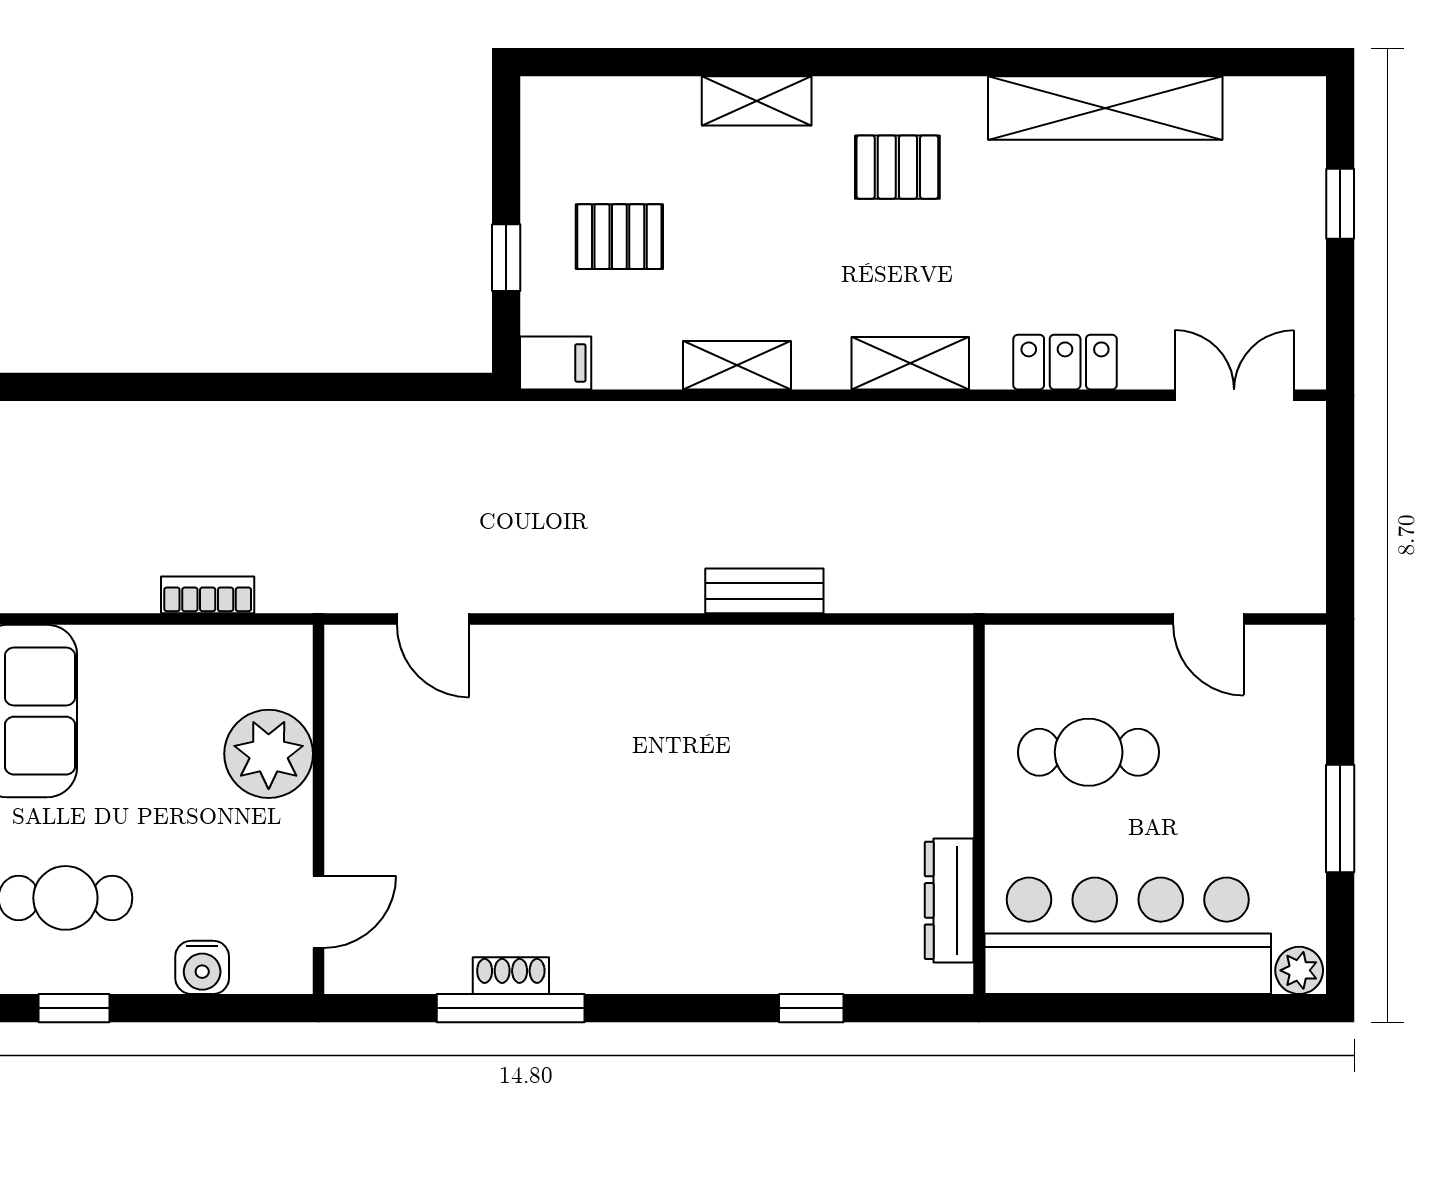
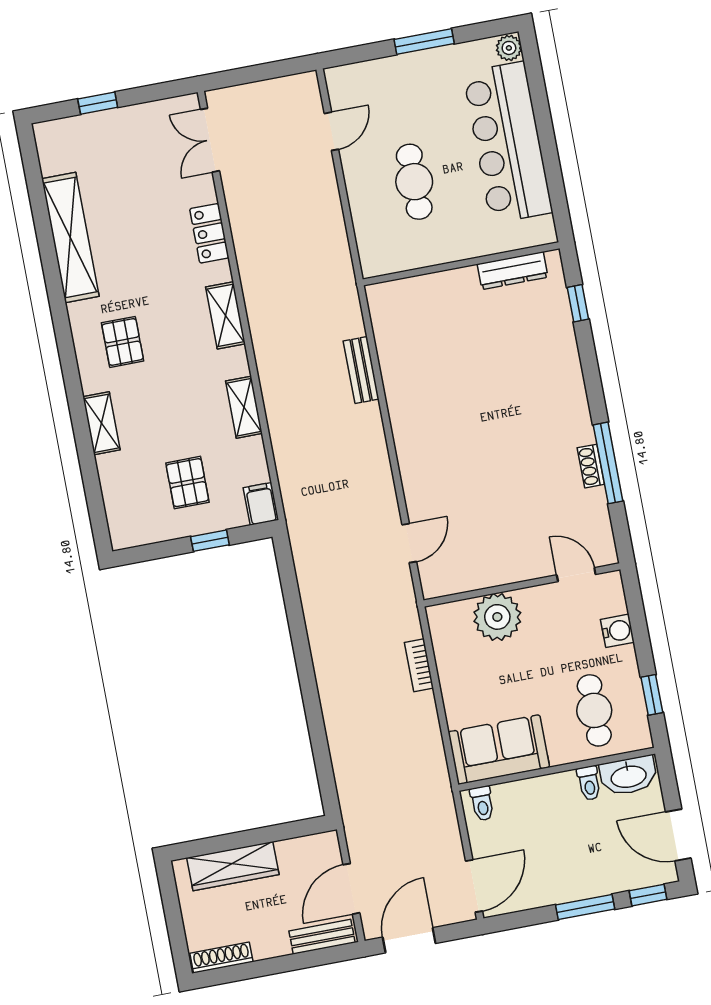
wall: (979, 809) -> (461, 264), moved
dresser: (949, 900) -> (512, 271), moved

